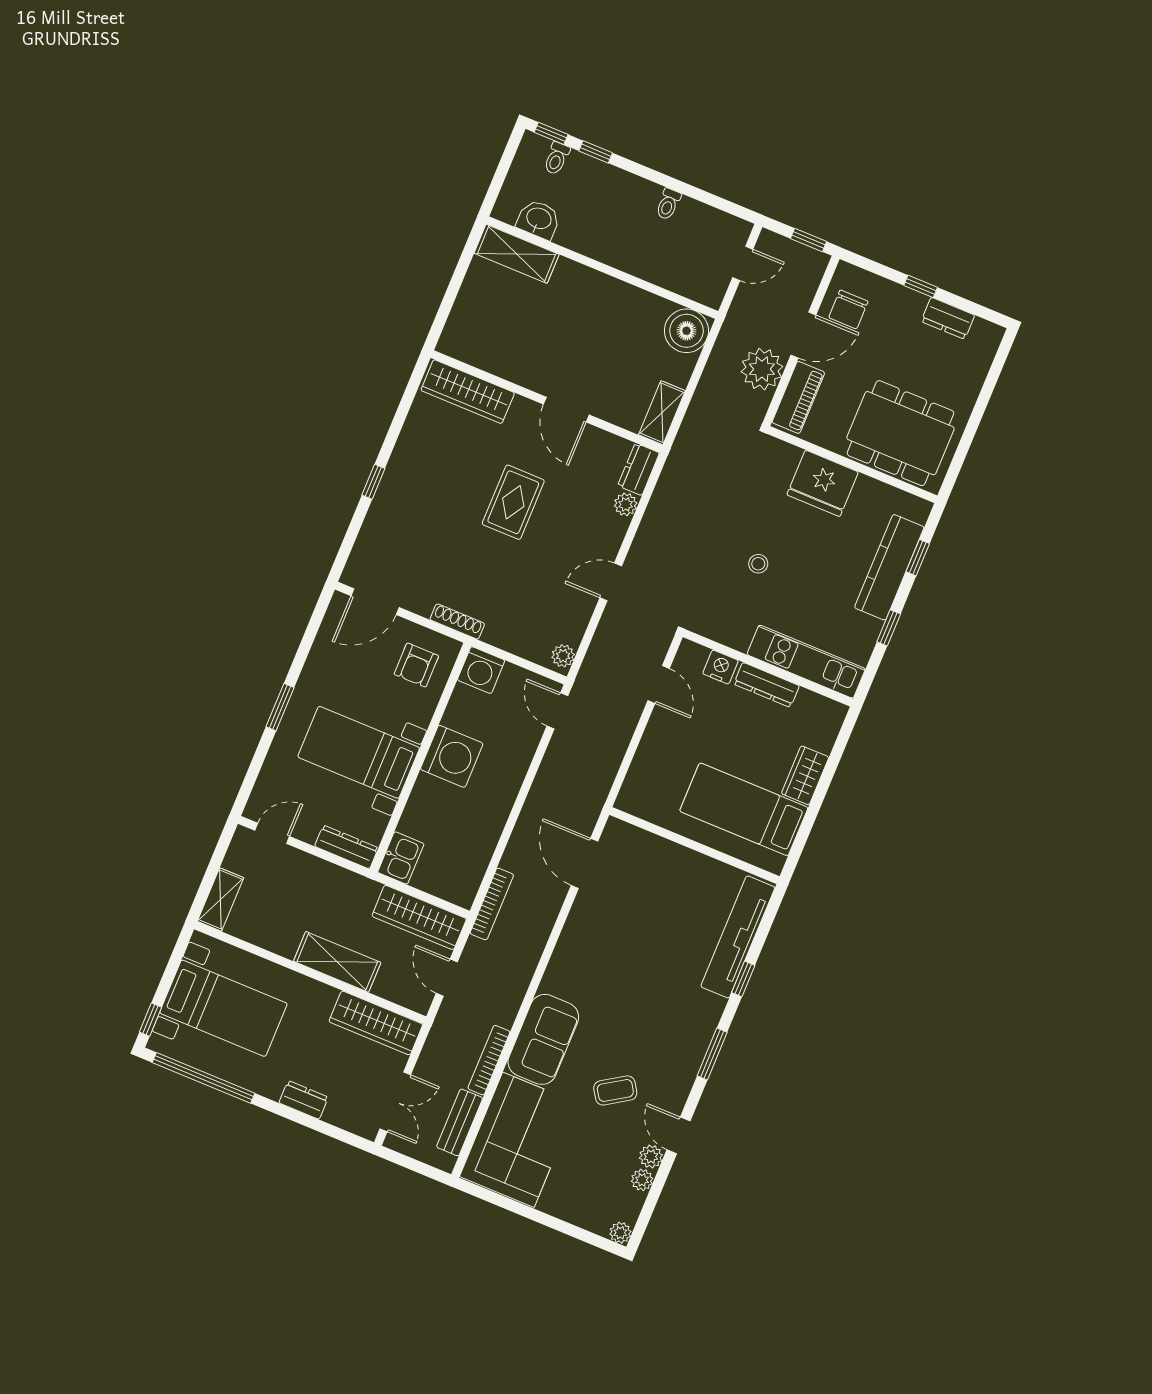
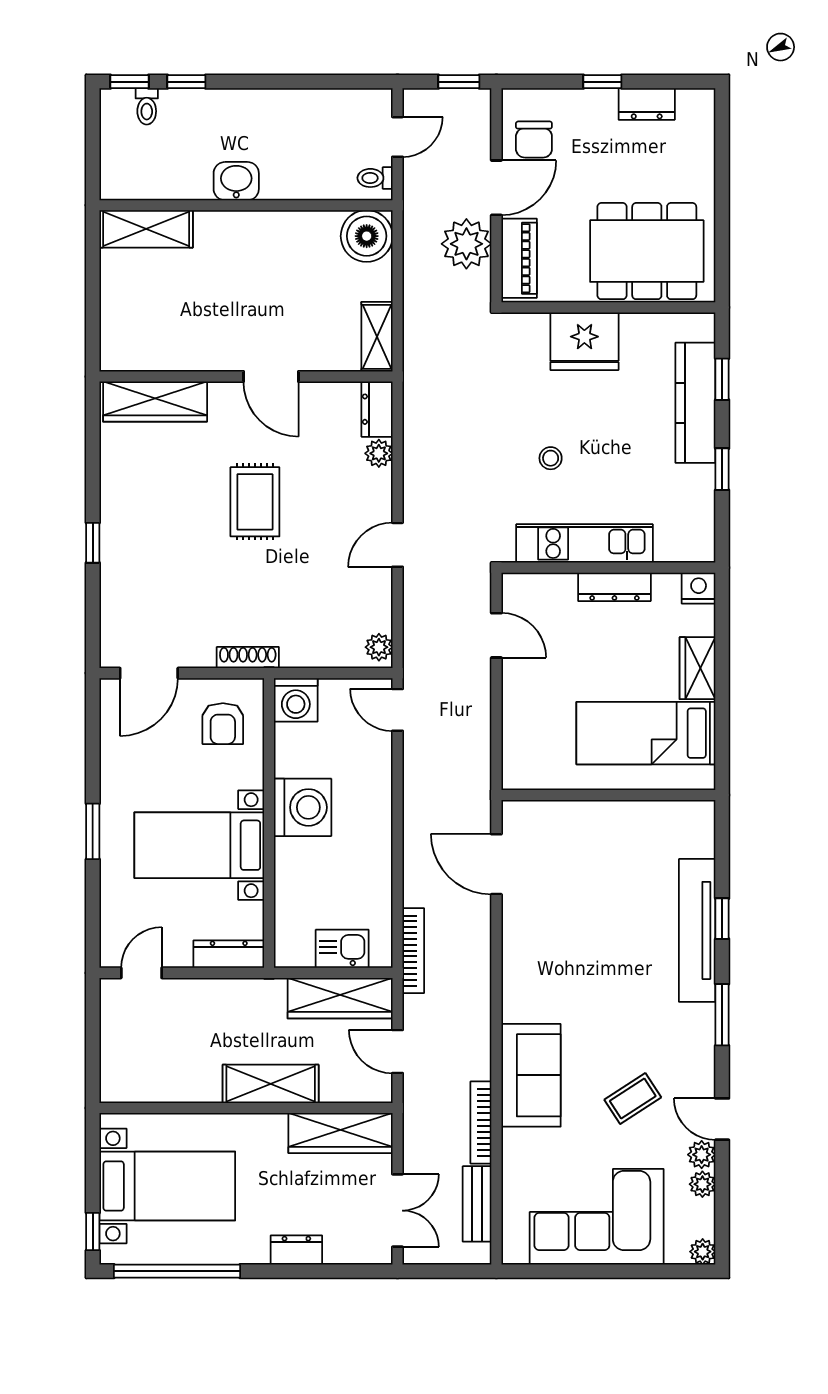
toilet: (668, 204) -> (375, 178), moved, turned 90
washbasin: (539, 219) -> (236, 181), moved
kitchen unit: (806, 662) -> (585, 543), moved
nightstand: (720, 667) -> (699, 588), moved
kitchen sink: (401, 858) -> (342, 949), moved, turned -90
shelving: (221, 900) -> (115, 1069), removed
tv unit: (738, 937) -> (697, 930), moved
corner sofa: (518, 1140) -> (597, 1217), moved, turned -90

